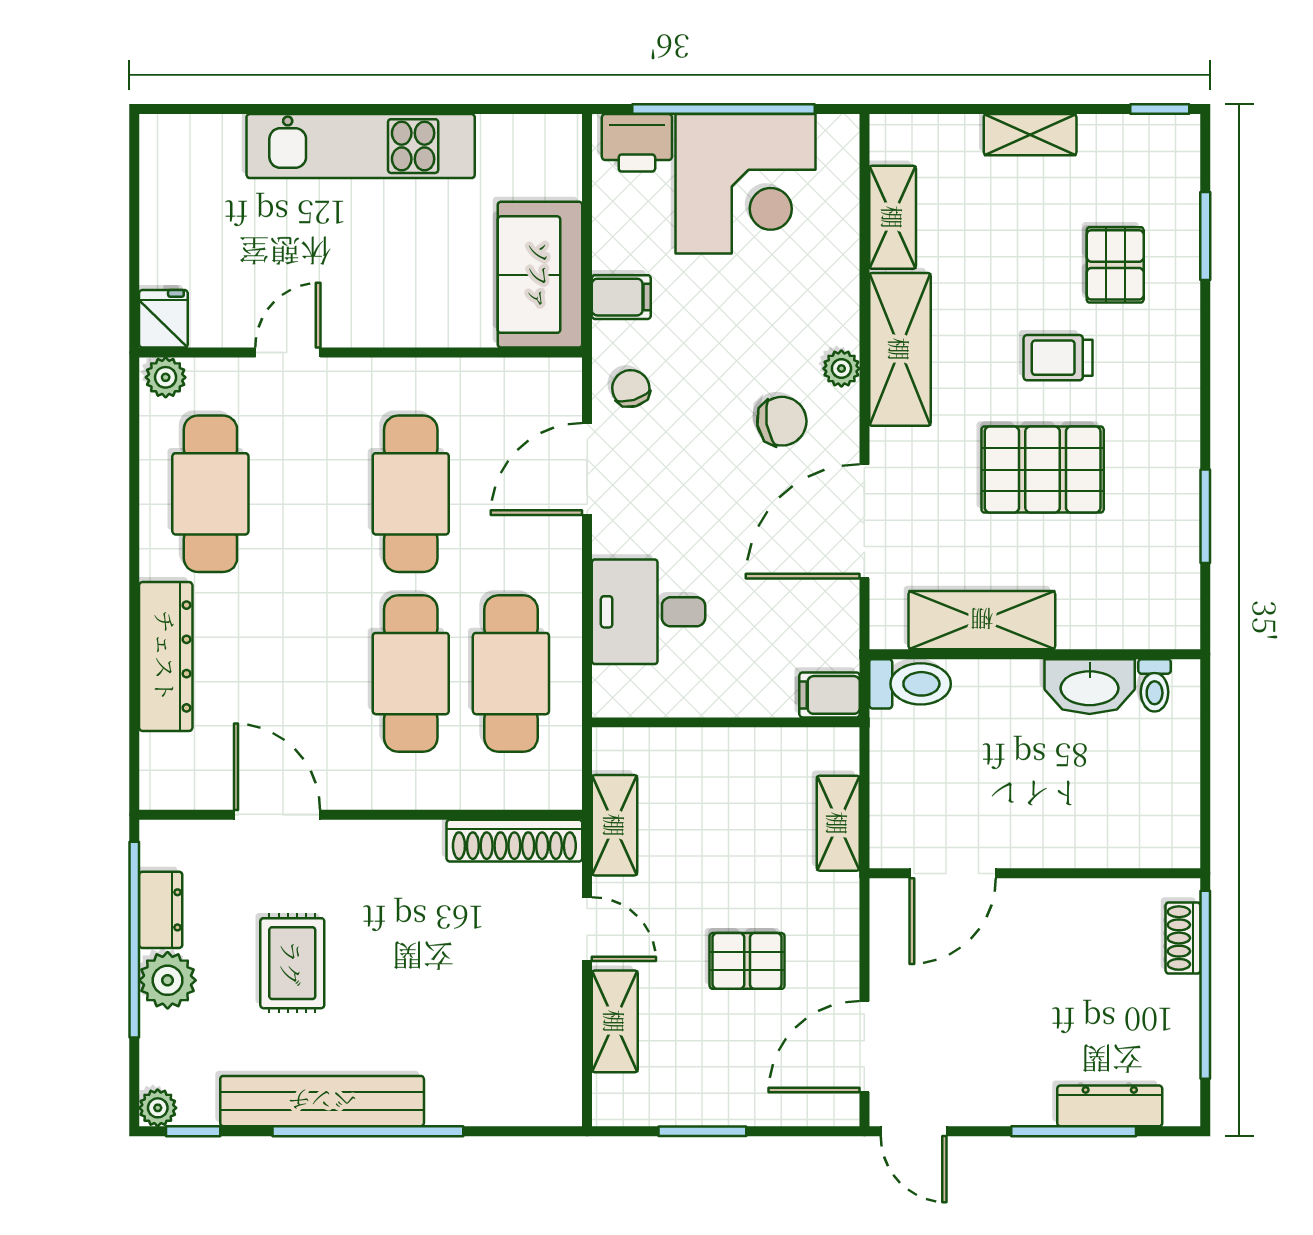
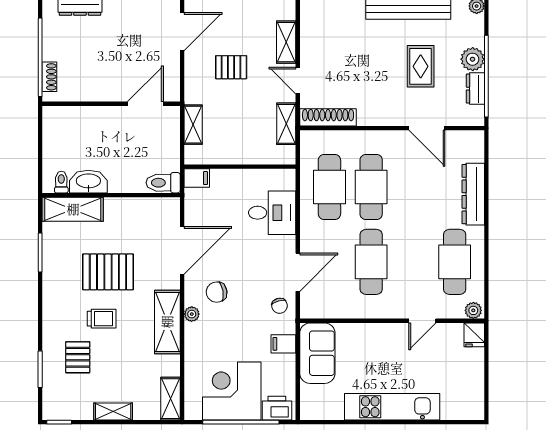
shelving: (893, 217) -> (170, 399), moved
shelving: (982, 620) -> (73, 209), moved

